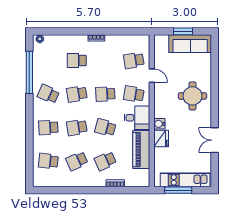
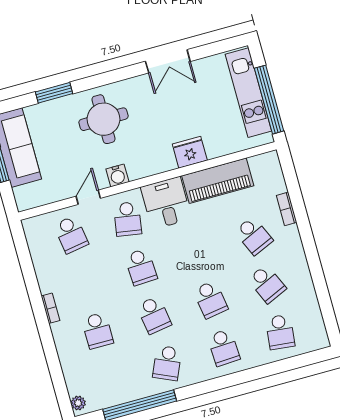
window: (215, 73) -> (54, 93), added
water cooler: (159, 124) -> (117, 175), moved
school desk: (105, 128) -> (197, 251), removed
window: (178, 190) -> (269, 100), width x1.46

